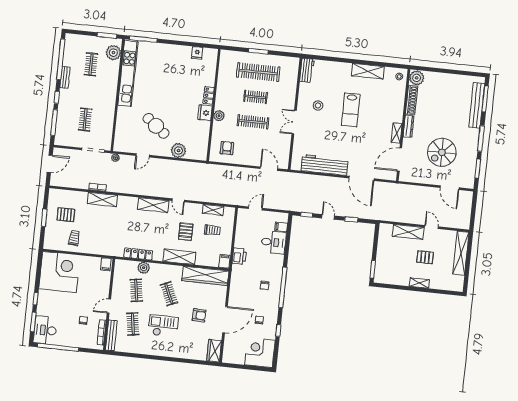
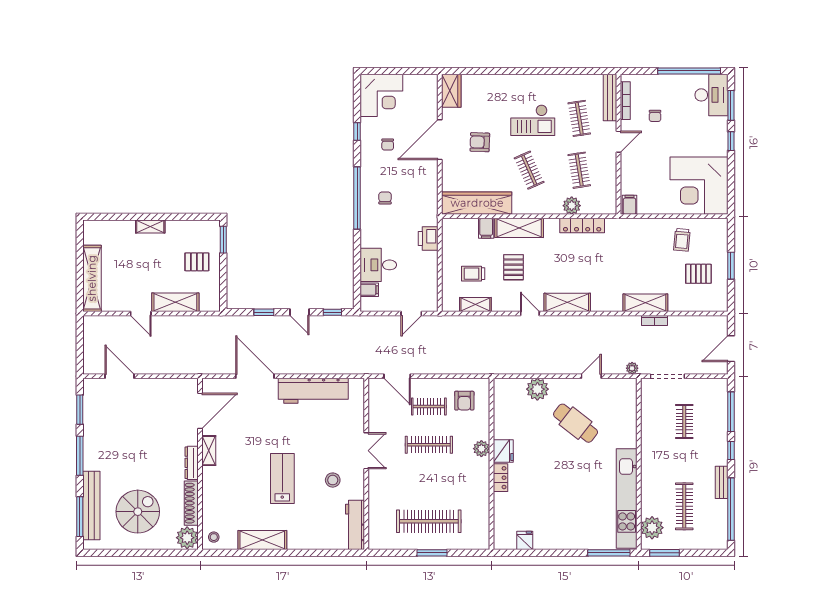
clothes rail: (91, 64) -> (684, 506), width x1.36
workbench: (307, 70) -> (355, 525), width x1.38
clothes rail: (256, 97) -> (429, 407), moved
spiral stairs: (442, 152) -> (138, 512), moved
pallet: (425, 257) -> (197, 262), moved
filing cabinet: (224, 261) -> (486, 228), moved

